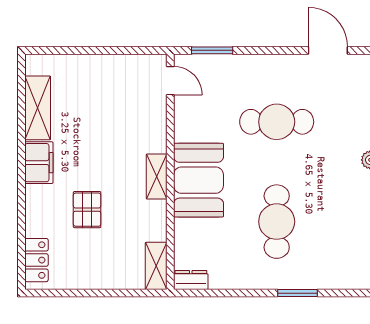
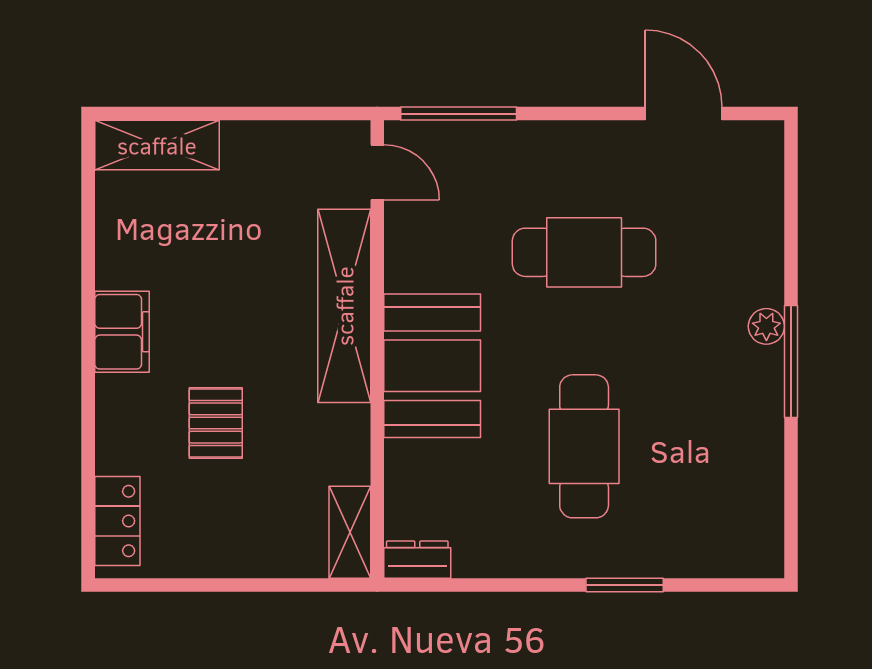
window: (212, 50) -> (459, 114), width x1.44
shelving: (38, 108) -> (157, 145), moved, turned 90
shelving: (157, 177) -> (344, 306), width x2.20, depth x1.33

